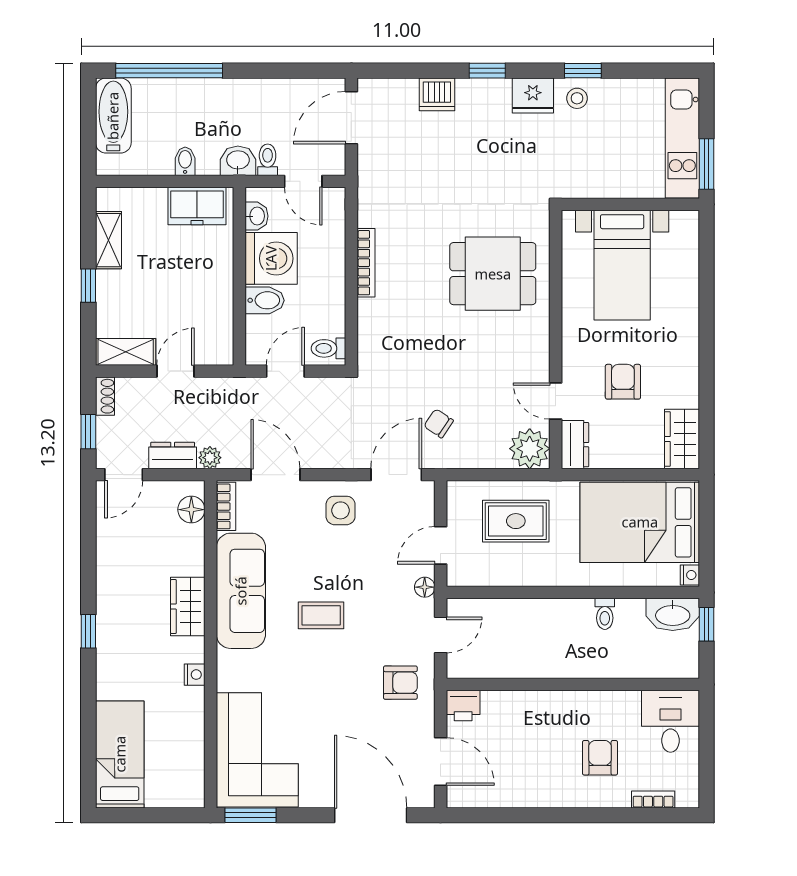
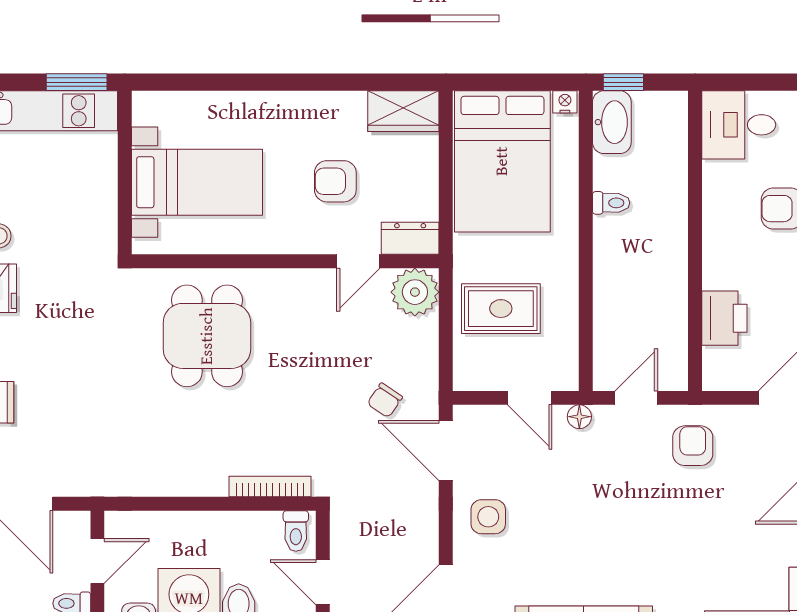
bookcase: (366, 263) -> (270, 486), moved
rug: (516, 521) -> (501, 309), turned 90
coffee table: (321, 615) -> (613, 540), removed
door: (441, 635) -> (636, 398), hinge flipped
printer: (463, 706) -> (724, 318), moved, width x1.36, depth x1.24

